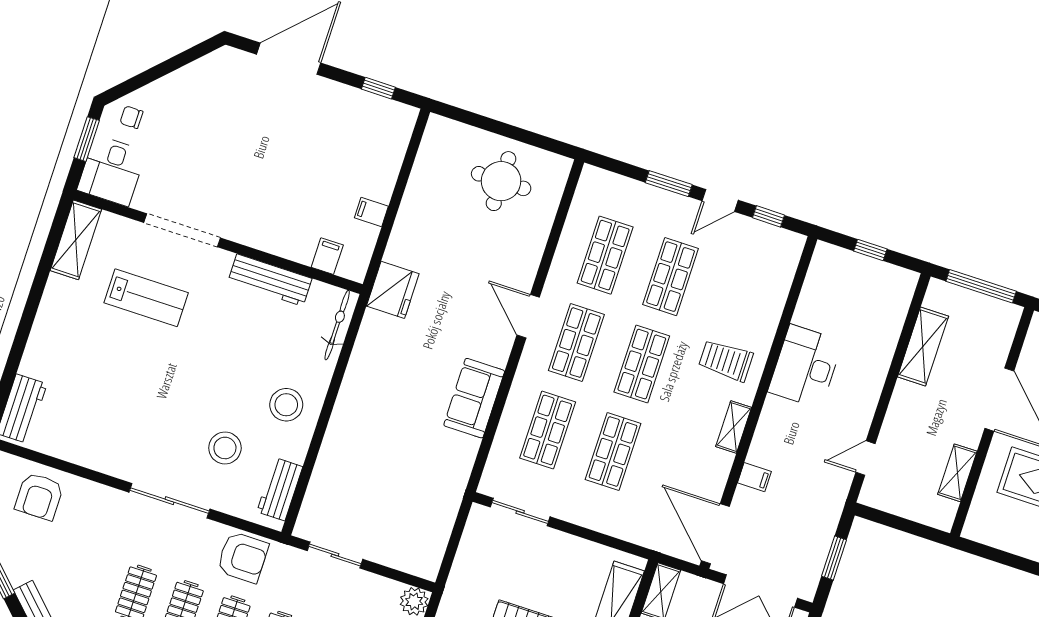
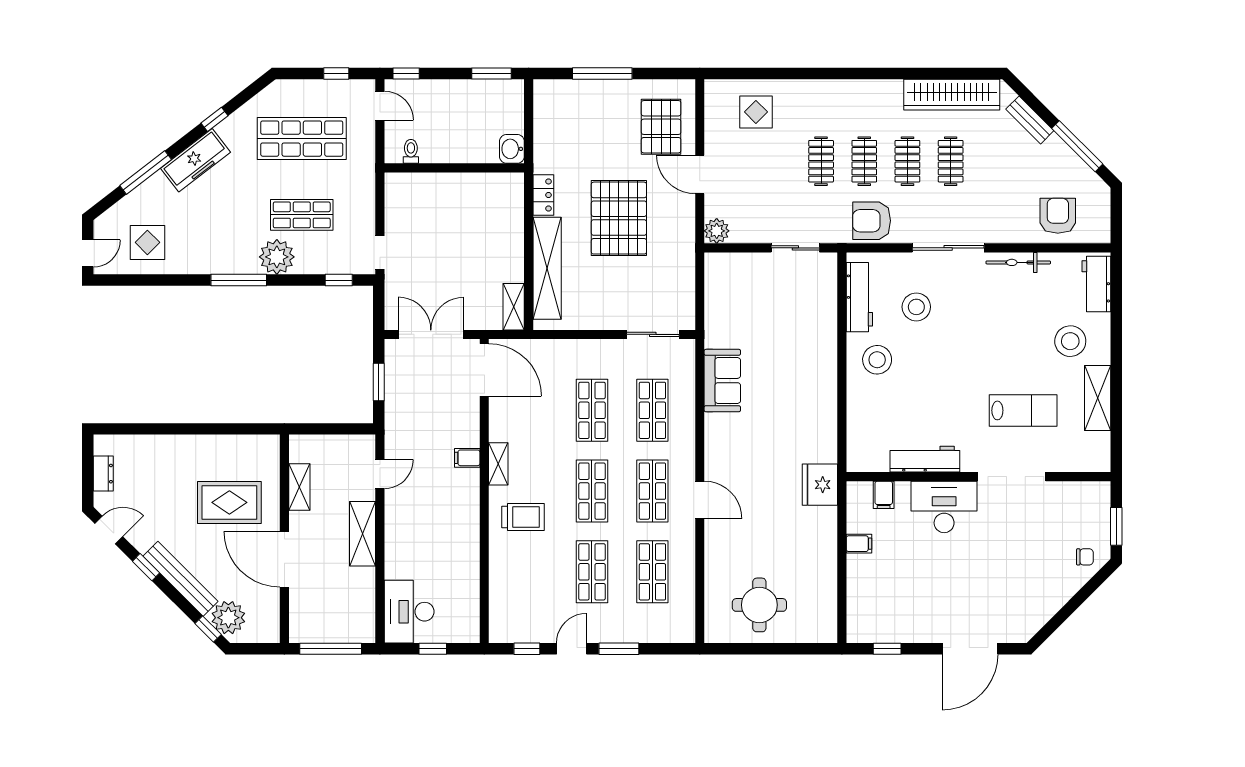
desk: (112, 171) -> (944, 507), moved, width x1.37
shelving: (76, 240) -> (1098, 398), moved
lab bench: (146, 298) -> (1023, 410), turned 180
bicycle: (337, 325) -> (1018, 262), moved, turned 90
shelving: (923, 347) -> (362, 534), moved
stool: (70, 356) -> (1070, 341), added
desk: (805, 367) -> (409, 612), moved, turned 180
sofa: (474, 398) -> (722, 381), moved
filing cabinet: (754, 477) -> (467, 458), moved
workbench: (280, 489) -> (859, 297), width x1.38

